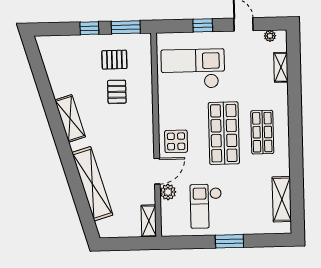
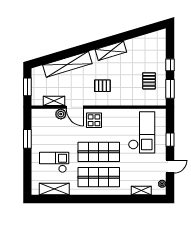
pallet: (117, 92) -> (102, 86), moved
shop shelf: (262, 132) -> (99, 177), width x1.43, depth x1.36
checkout: (206, 206) -> (54, 162), moved
shelving: (149, 221) -> (54, 101), moved
window: (229, 241) -> (27, 139), moved
window: (128, 244) -> (27, 87), added

